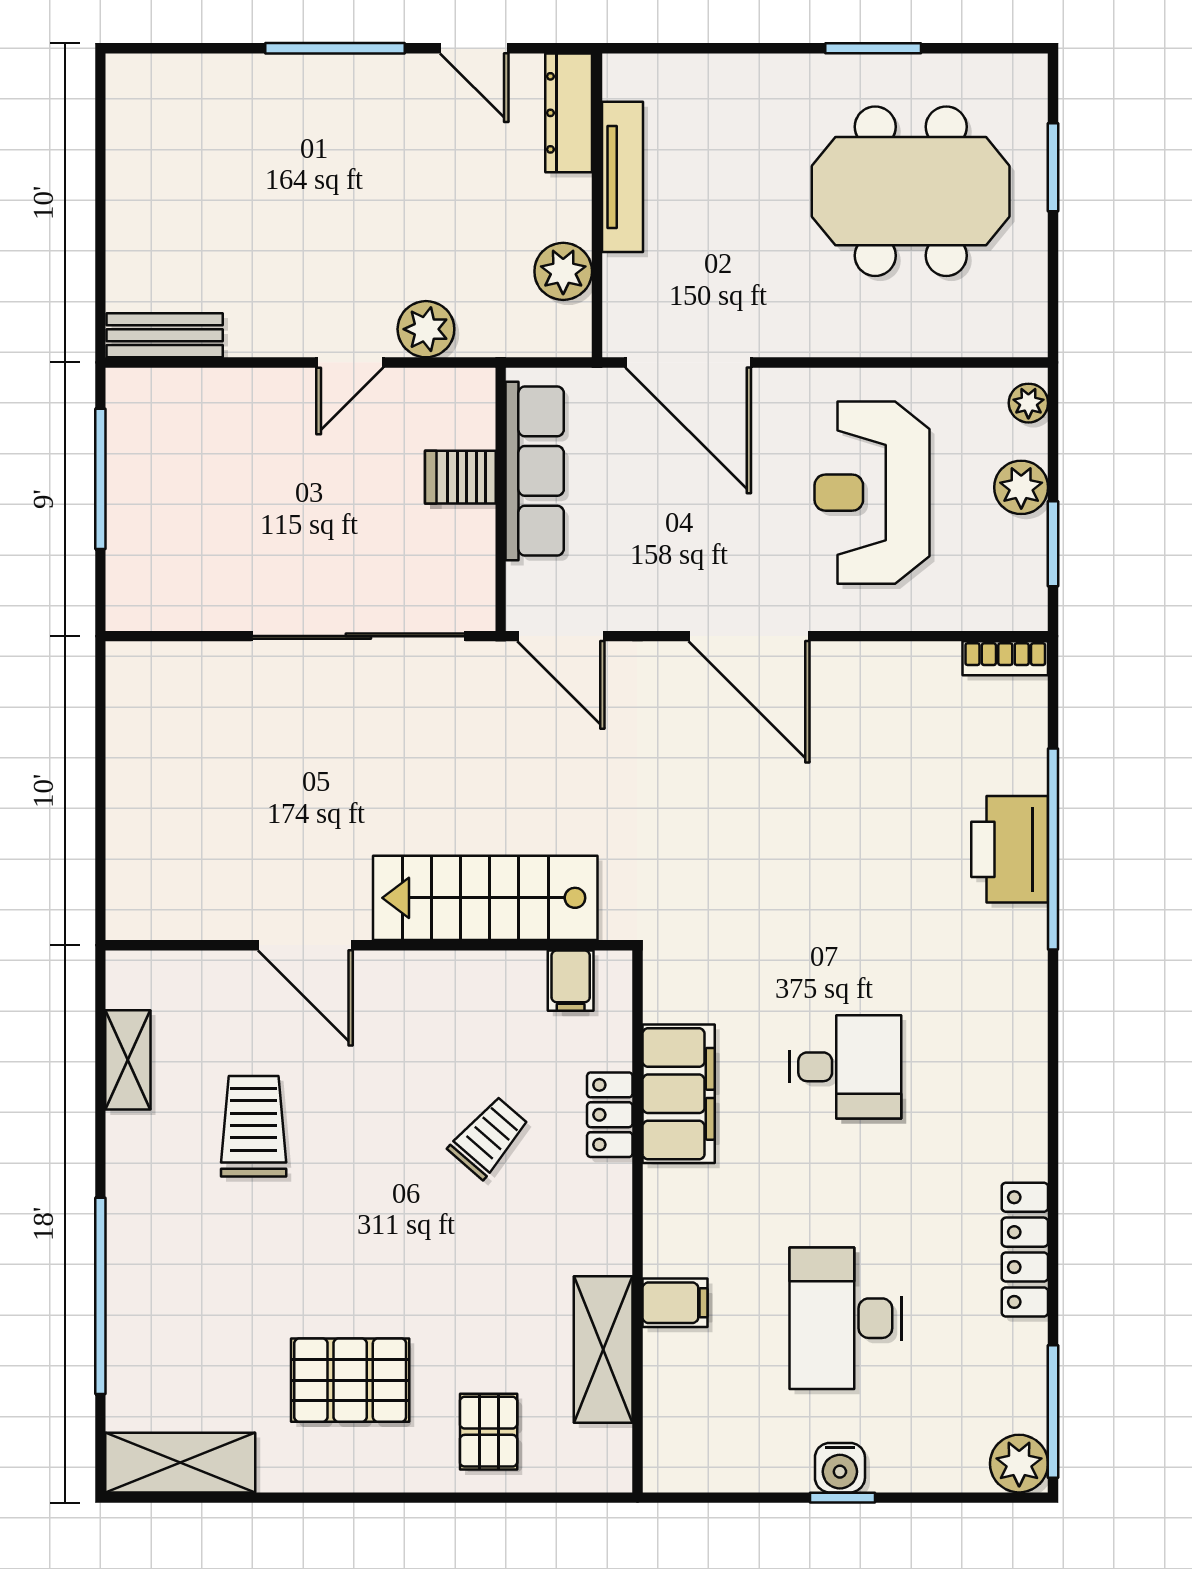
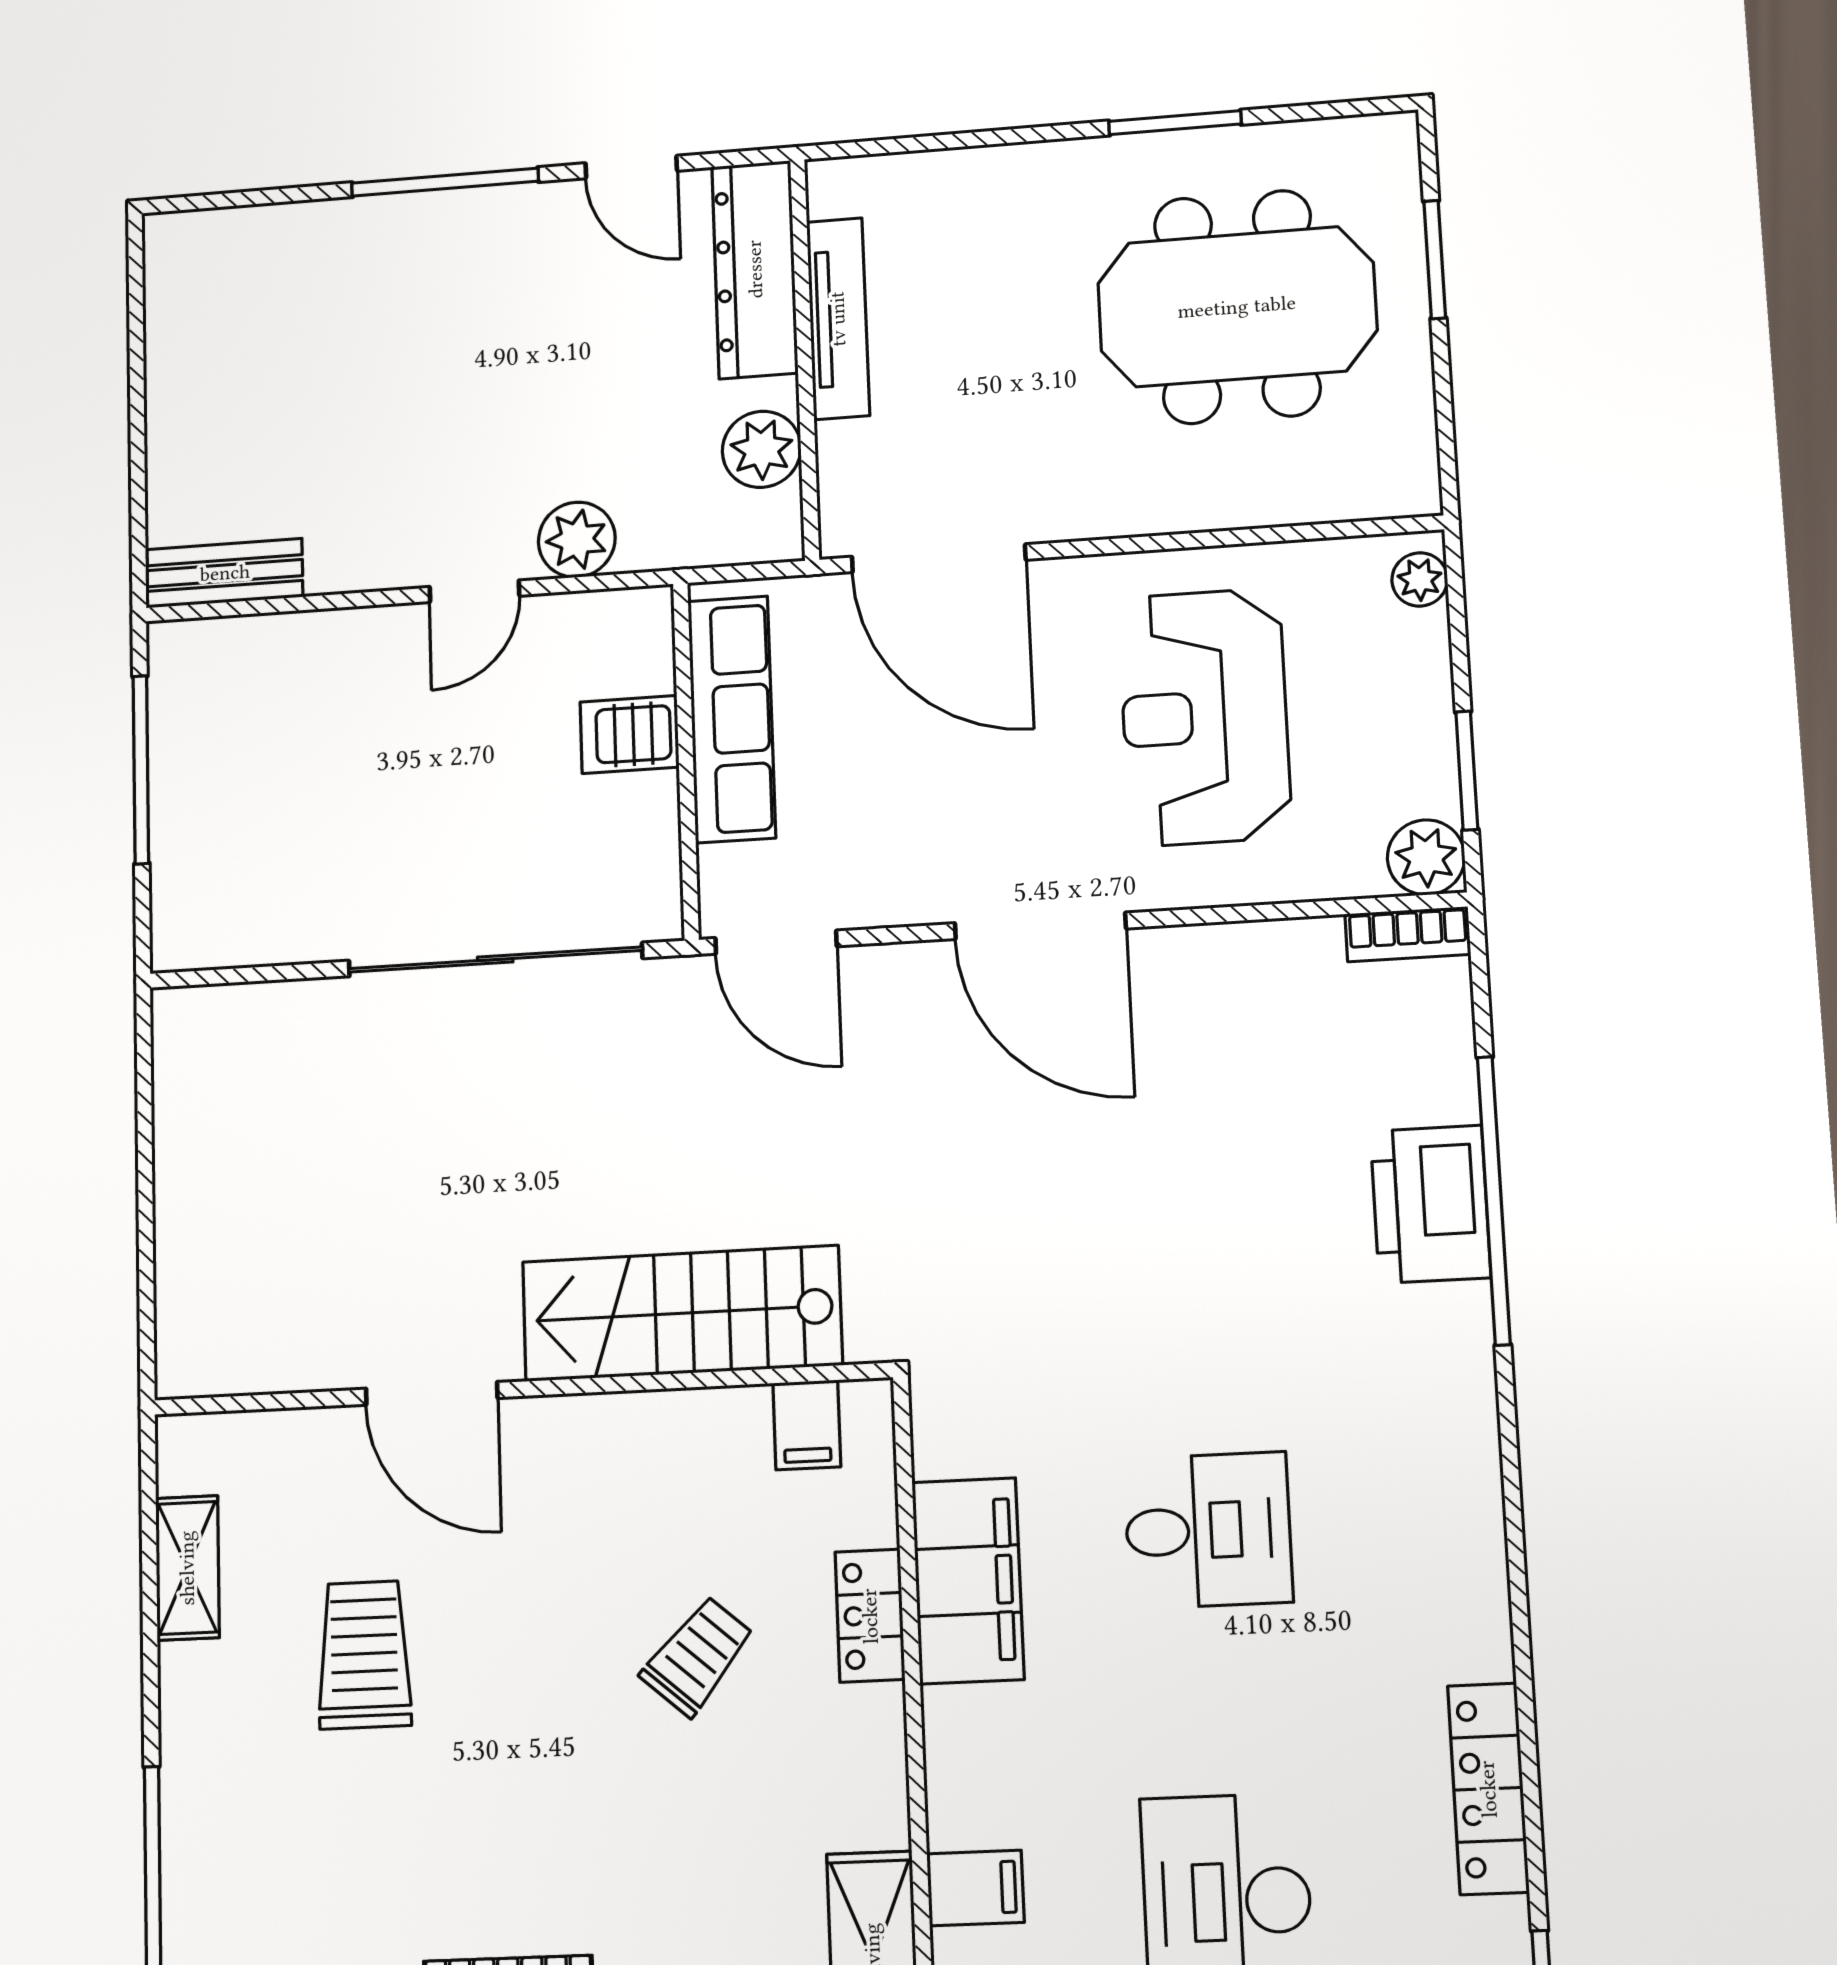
dresser: (569, 113) -> (755, 269), width x1.37, depth x1.24
plant: (1021, 487) -> (1426, 857), moved

